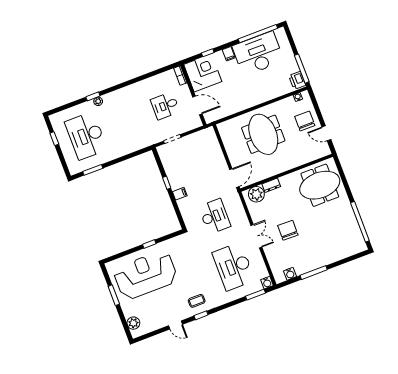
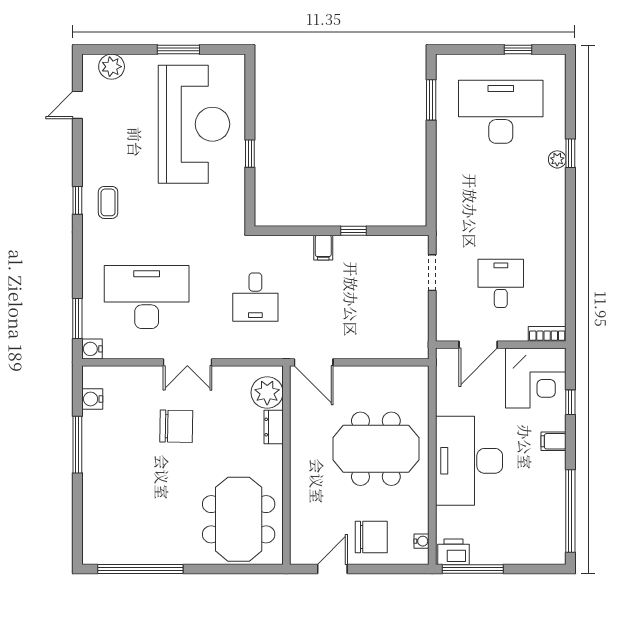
desk: (258, 54) -> (469, 461), moved, turned 180
desk: (214, 216) -> (255, 297), width x0.73
door: (176, 325) -> (77, 105), moved

